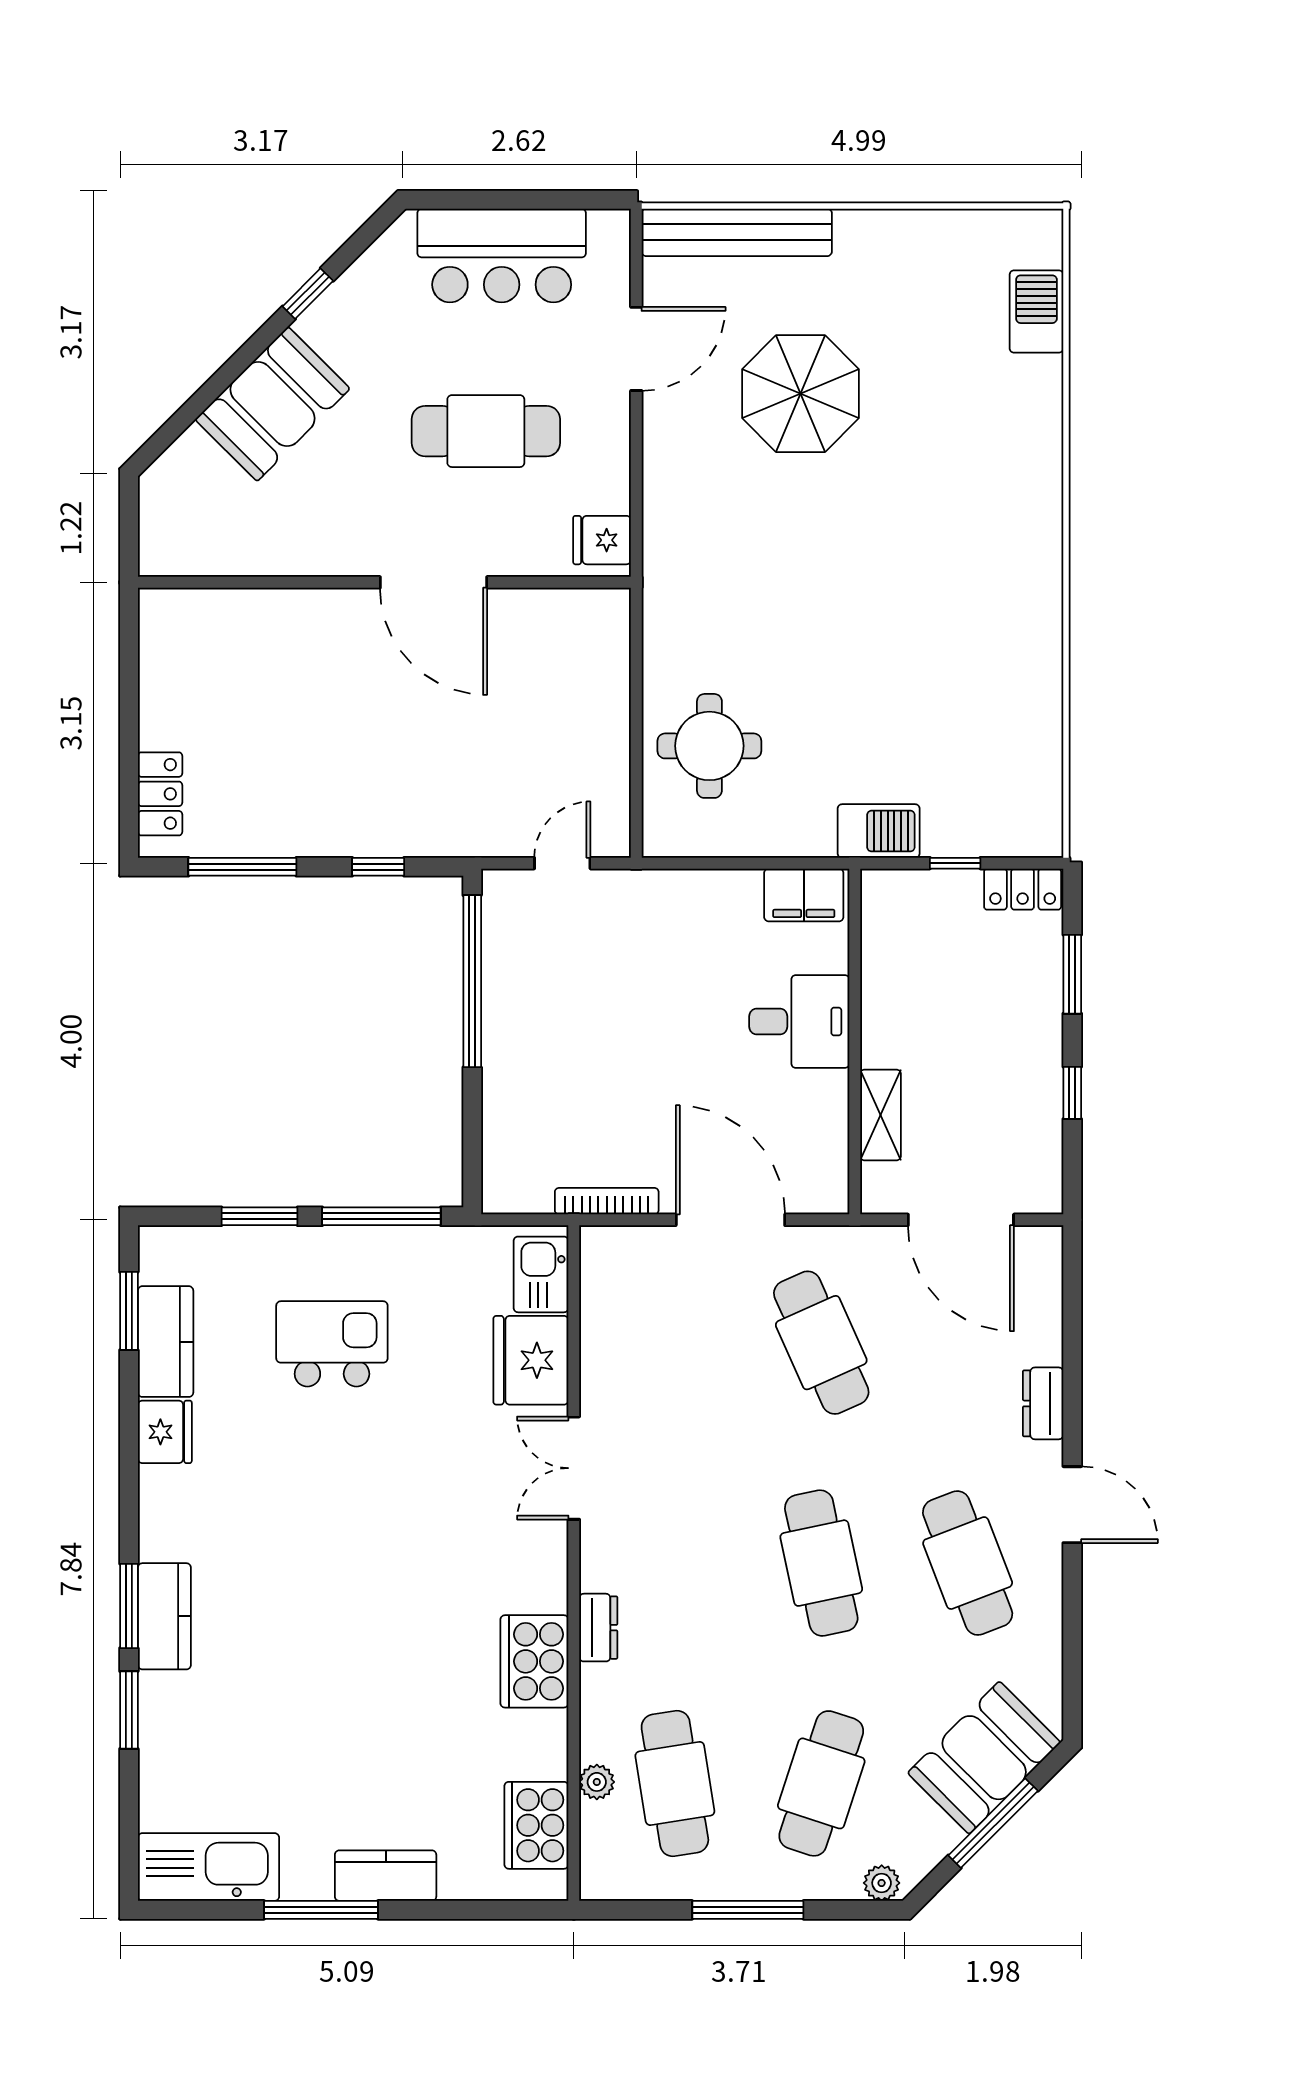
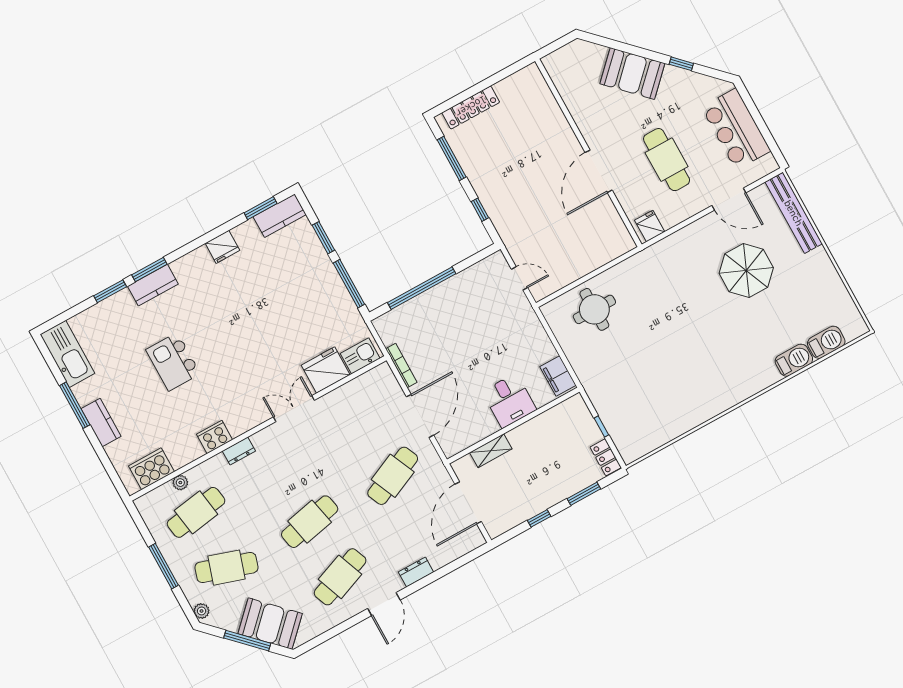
locker: (160, 794) -> (471, 107), width x1.53
barbecue: (879, 831) -> (794, 360), moved, turned -90
window: (472, 981) -> (422, 288), moved
kitchen counter: (166, 1342) -> (280, 216), moved
kitchen island: (332, 1344) -> (173, 362), moved, turned 180
cooker: (534, 1661) -> (214, 437), width x0.73, depth x0.76

